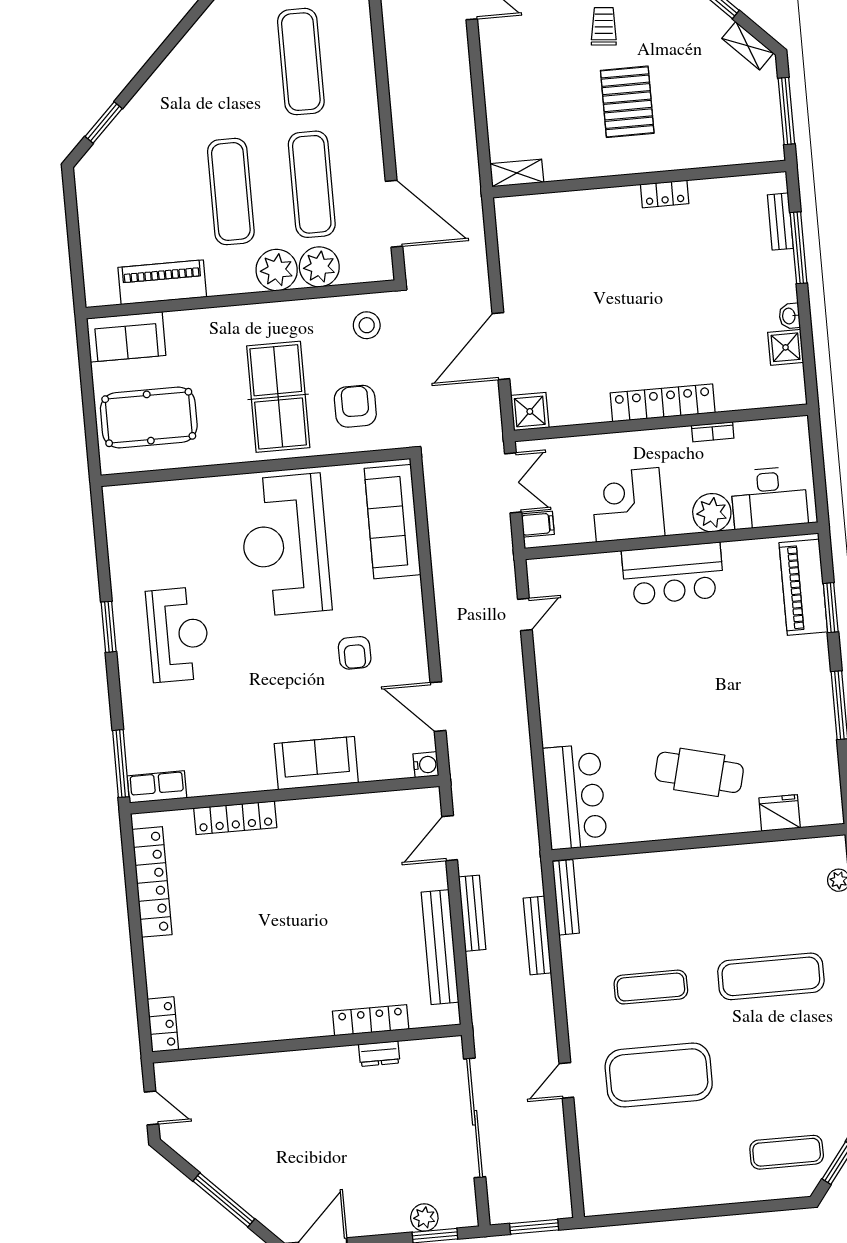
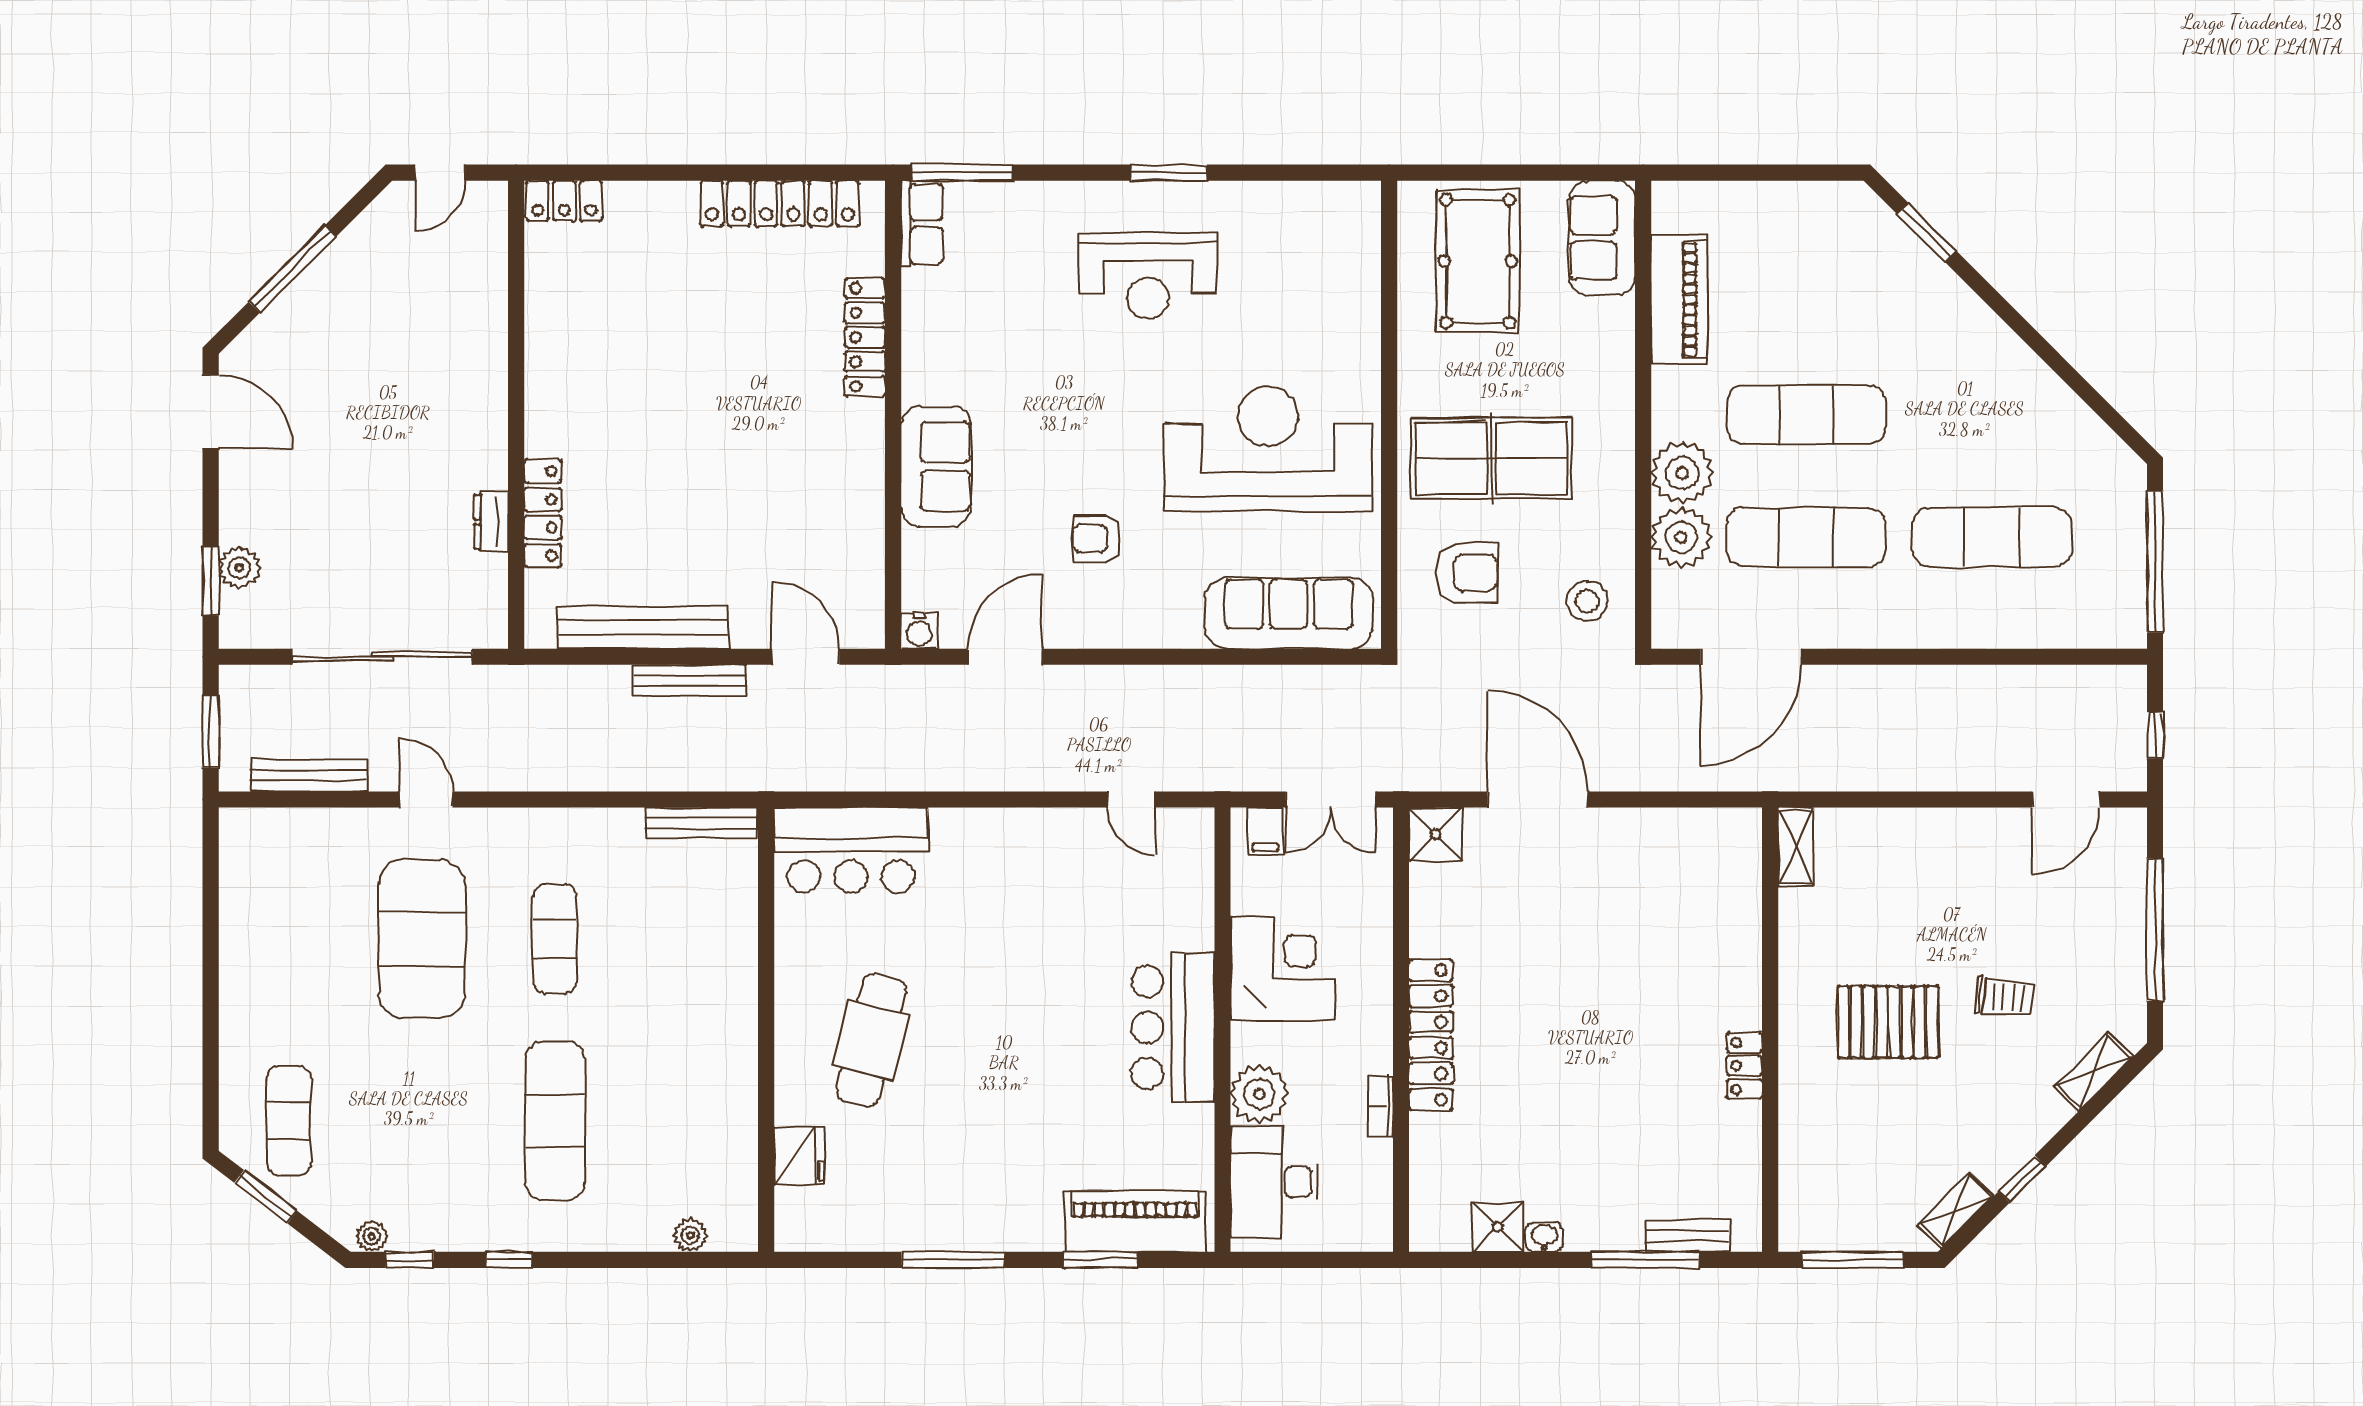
bench: (537, 935) -> (309, 775), moved

